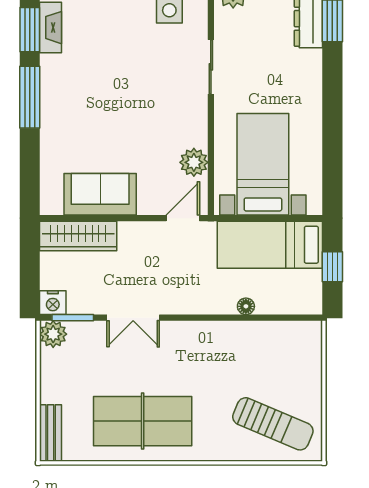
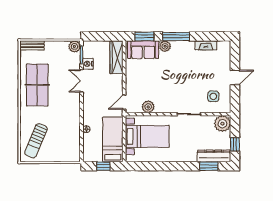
window: (30, 30) -> (144, 36), moved
plant: (53, 123) -> (165, 46), added
sofa: (100, 194) -> (143, 50), moved, turned 90
door: (183, 218) -> (124, 102), swing flipped
nightstand: (53, 303) -> (88, 64), moved

